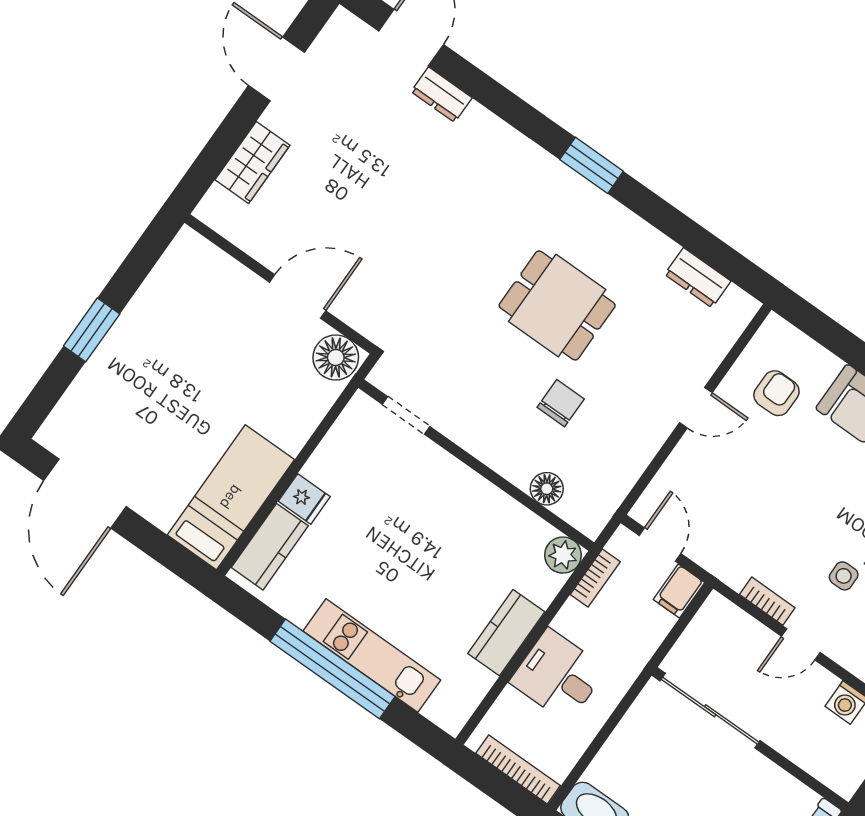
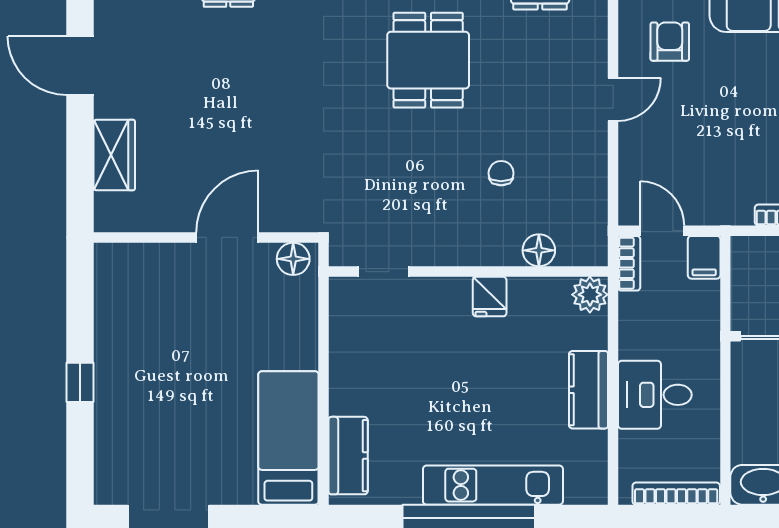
dining table: (557, 305) -> (428, 60), moved, turned 90
window: (92, 330) -> (80, 382), width x0.67
floor lamp: (336, 357) -> (293, 259), width x0.73, depth x0.73
chair: (561, 403) -> (501, 173), width x0.73, depth x0.73
fridge: (304, 499) -> (490, 297), moved, turned 90
bookcase: (595, 578) -> (629, 263), moved

